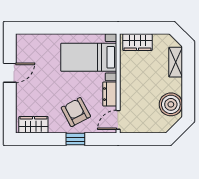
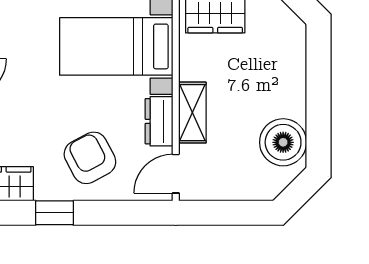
shelving: (176, 62) -> (192, 113), moved
window: (75, 139) -> (55, 213), moved

